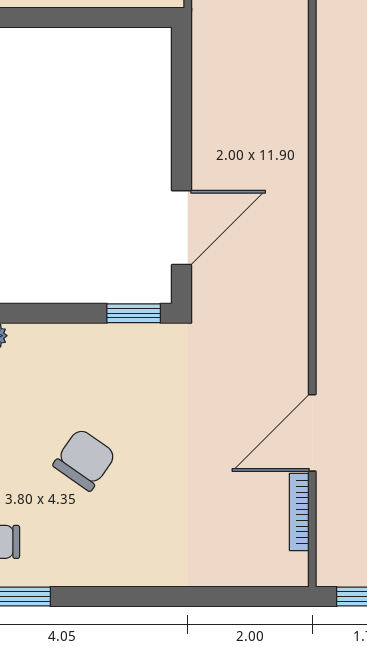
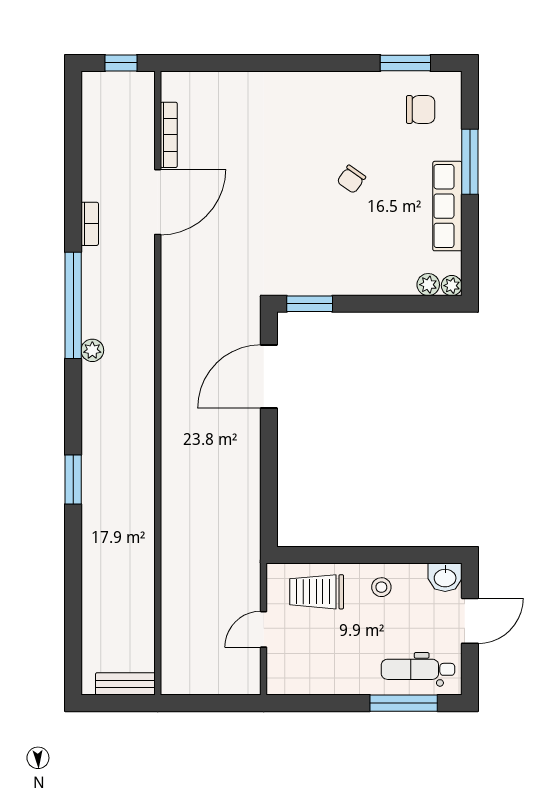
chair: (84, 460) -> (351, 179), width x0.54, depth x0.54

